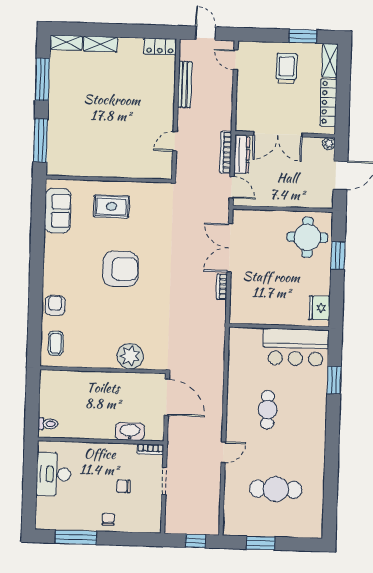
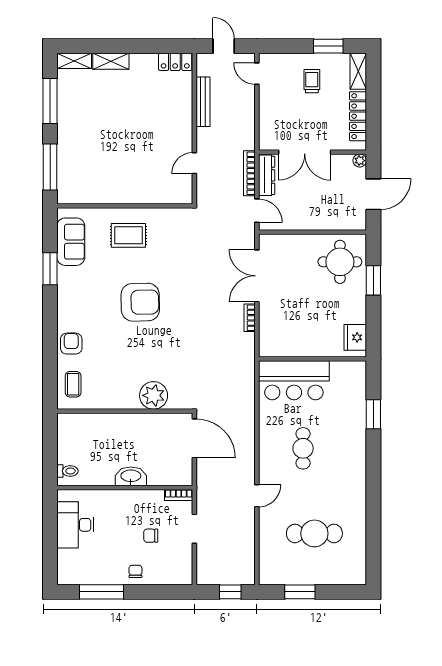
trolley: (286, 68) -> (312, 81), width x0.73, depth x0.72
window: (38, 235) -> (50, 269), added
bar counter: (296, 347) -> (294, 380), moved
washbasin: (130, 431) -> (131, 476), moved

